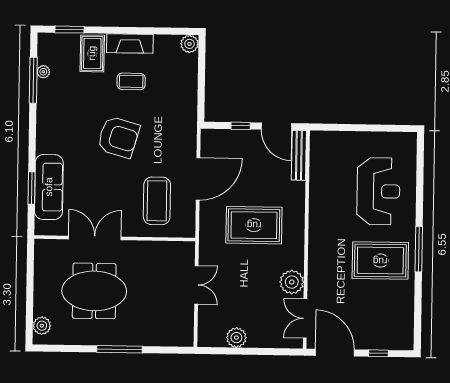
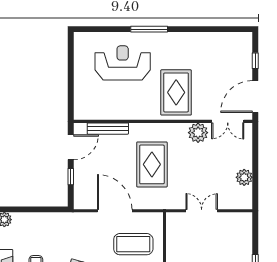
bench: (299, 155) -> (108, 129), moved
window: (419, 249) -> (149, 29), moved
rug: (380, 261) -> (176, 92), moved

